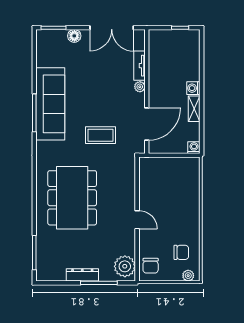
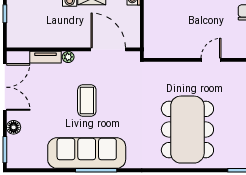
coffee table: (101, 135) -> (87, 101), moved
dining table: (72, 198) -> (187, 130), turned 90

